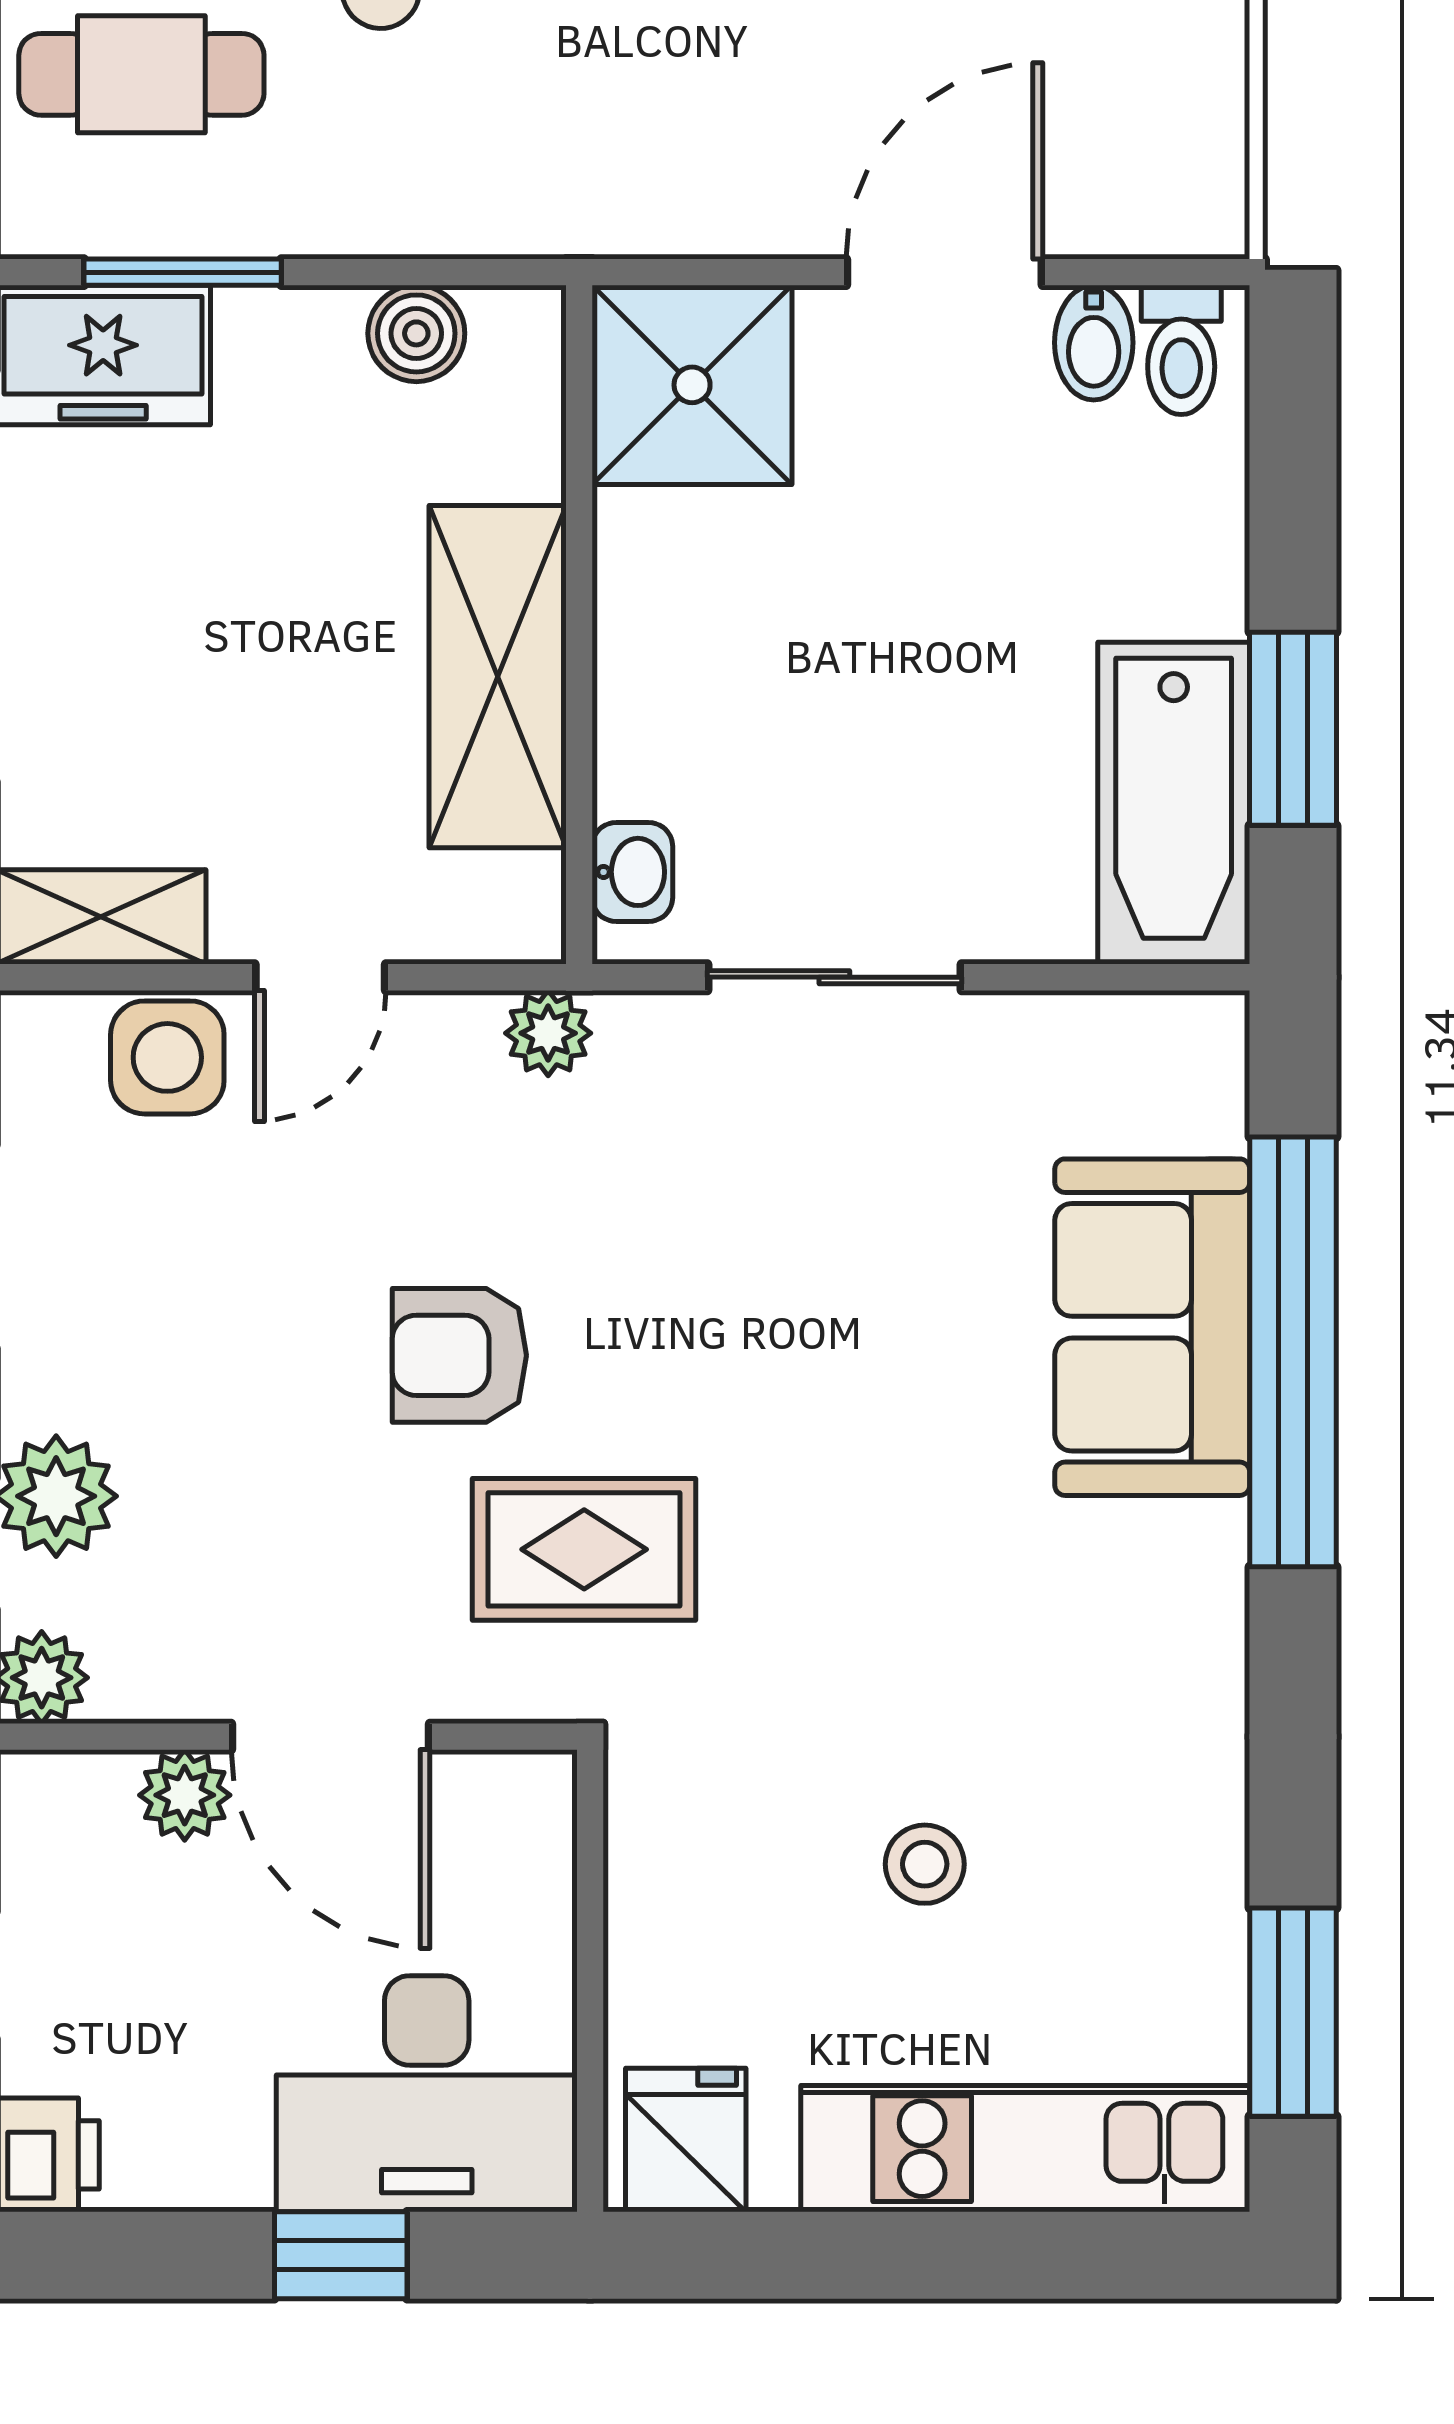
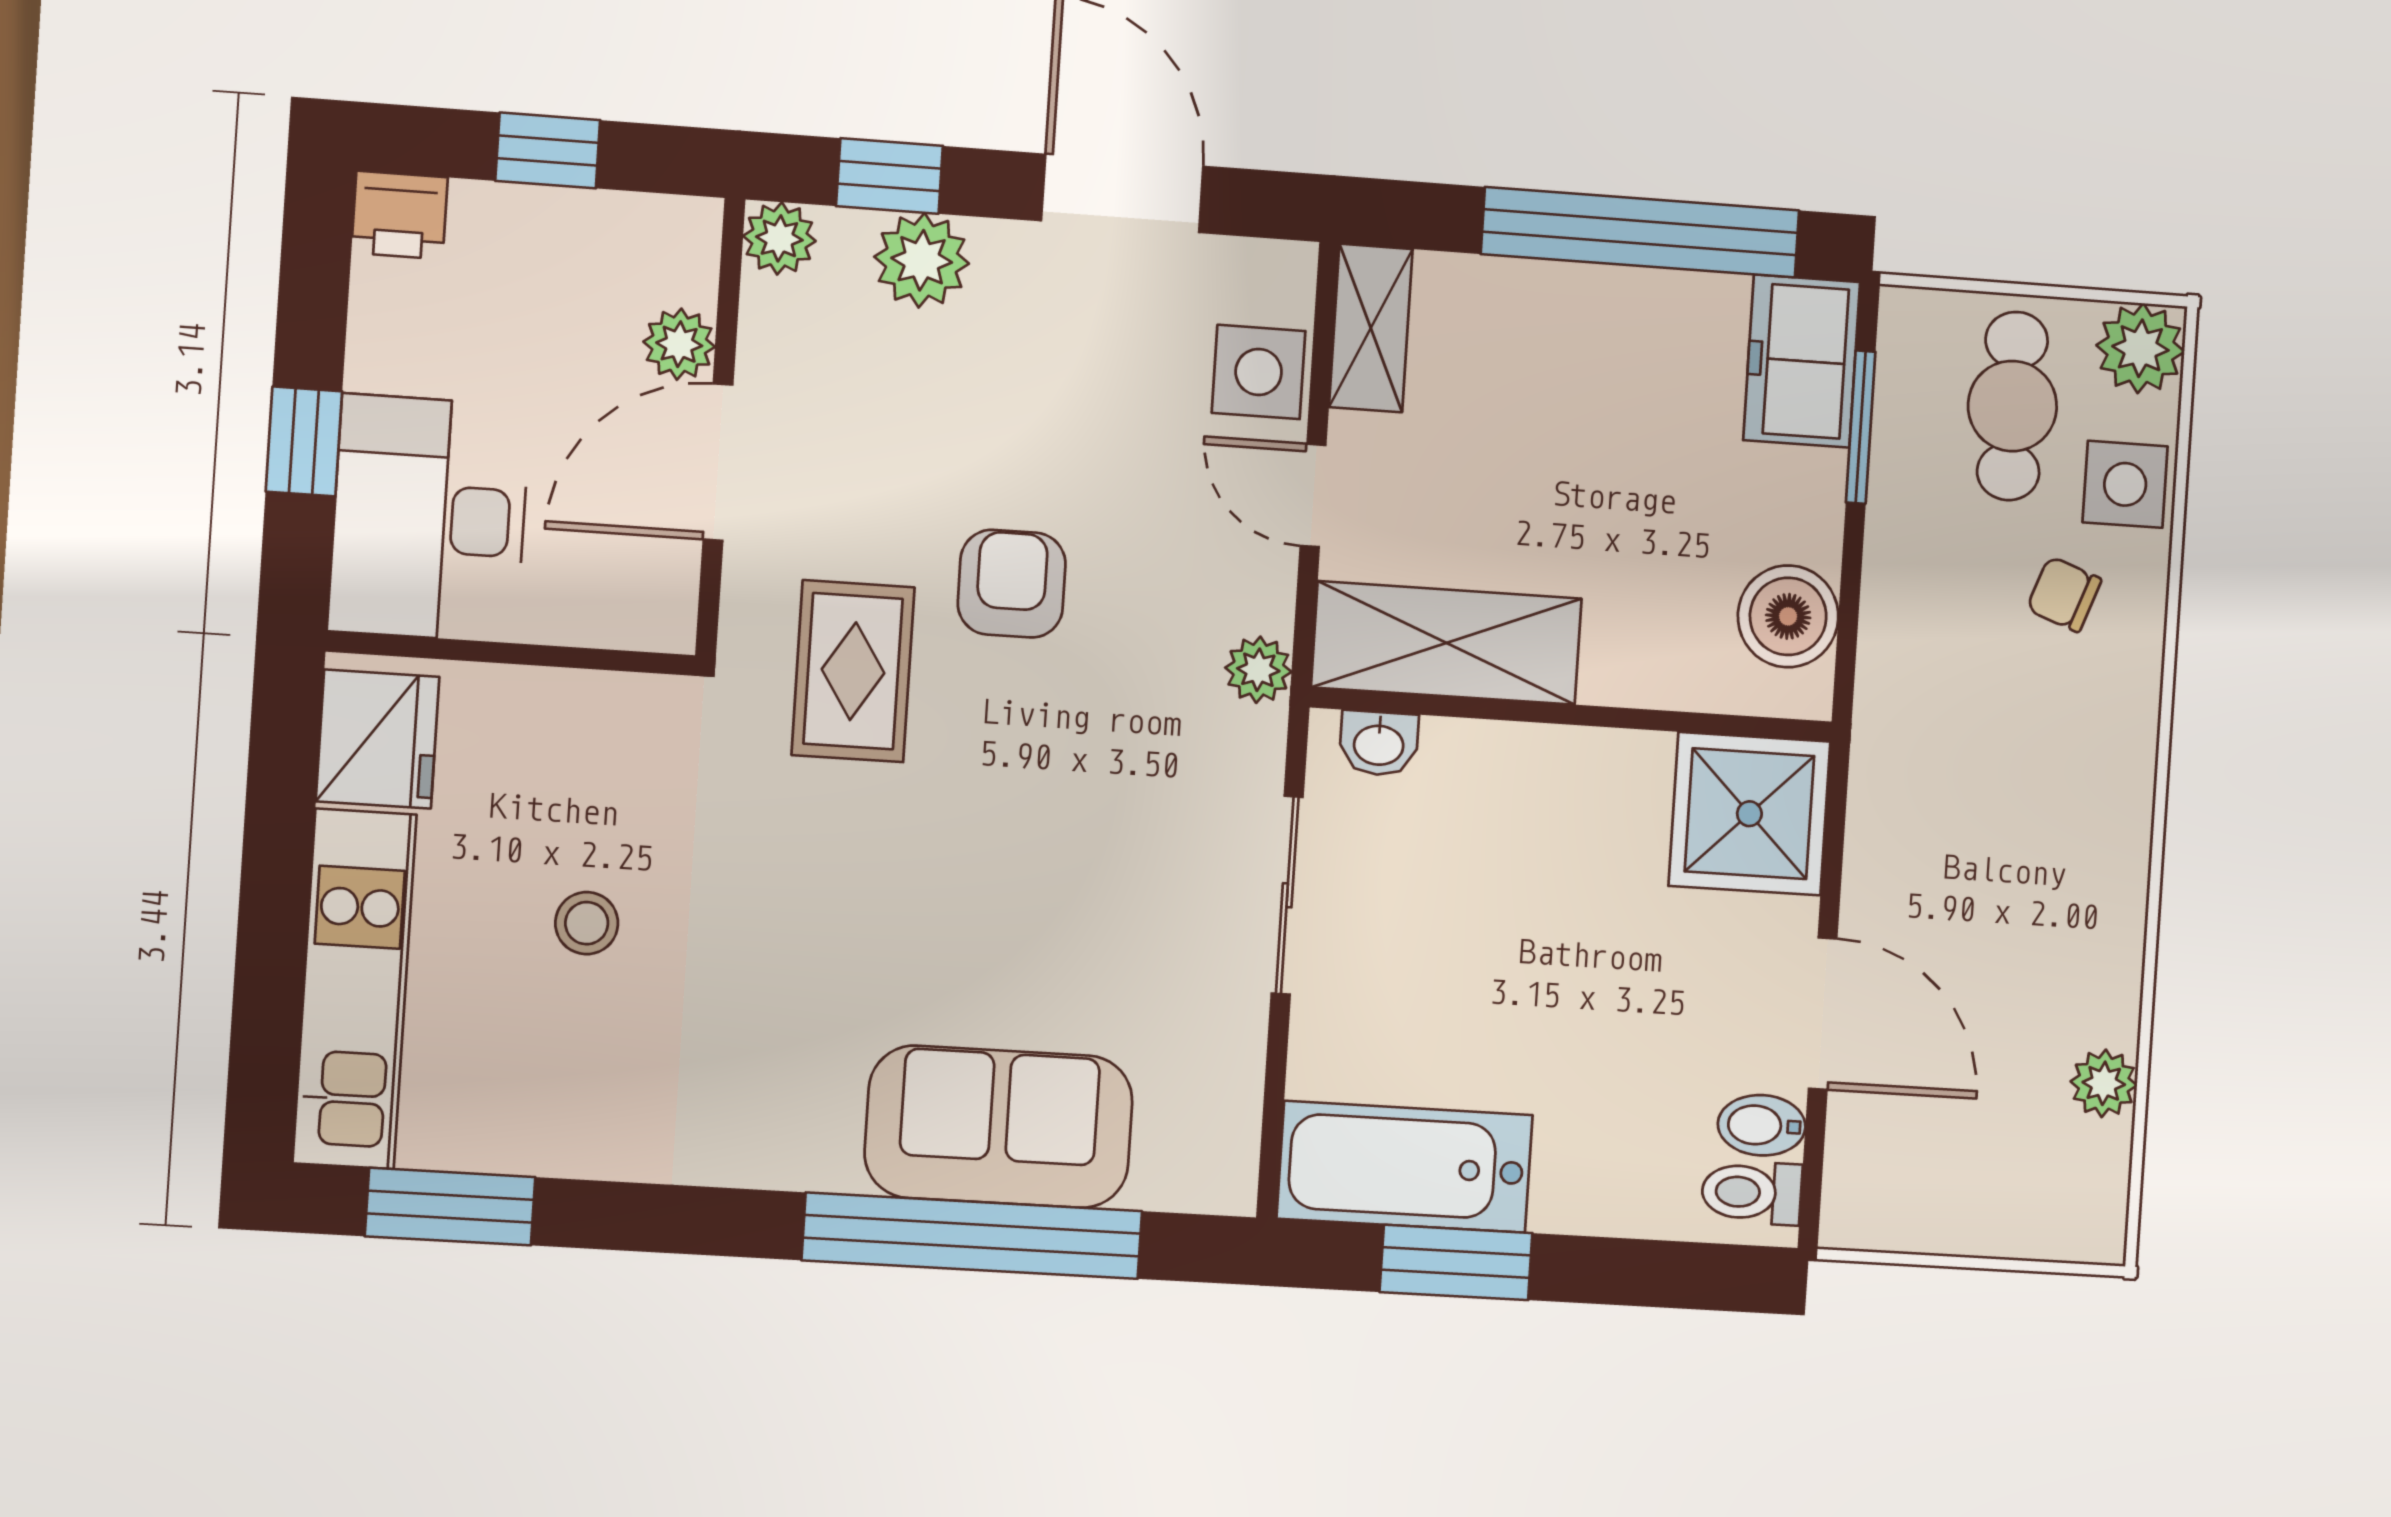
boiler: (416, 333) -> (1788, 616), width x1.36, depth x1.36
shelving: (498, 677) -> (1446, 643), moved
fridge: (686, 2140) -> (378, 739), width x1.38

